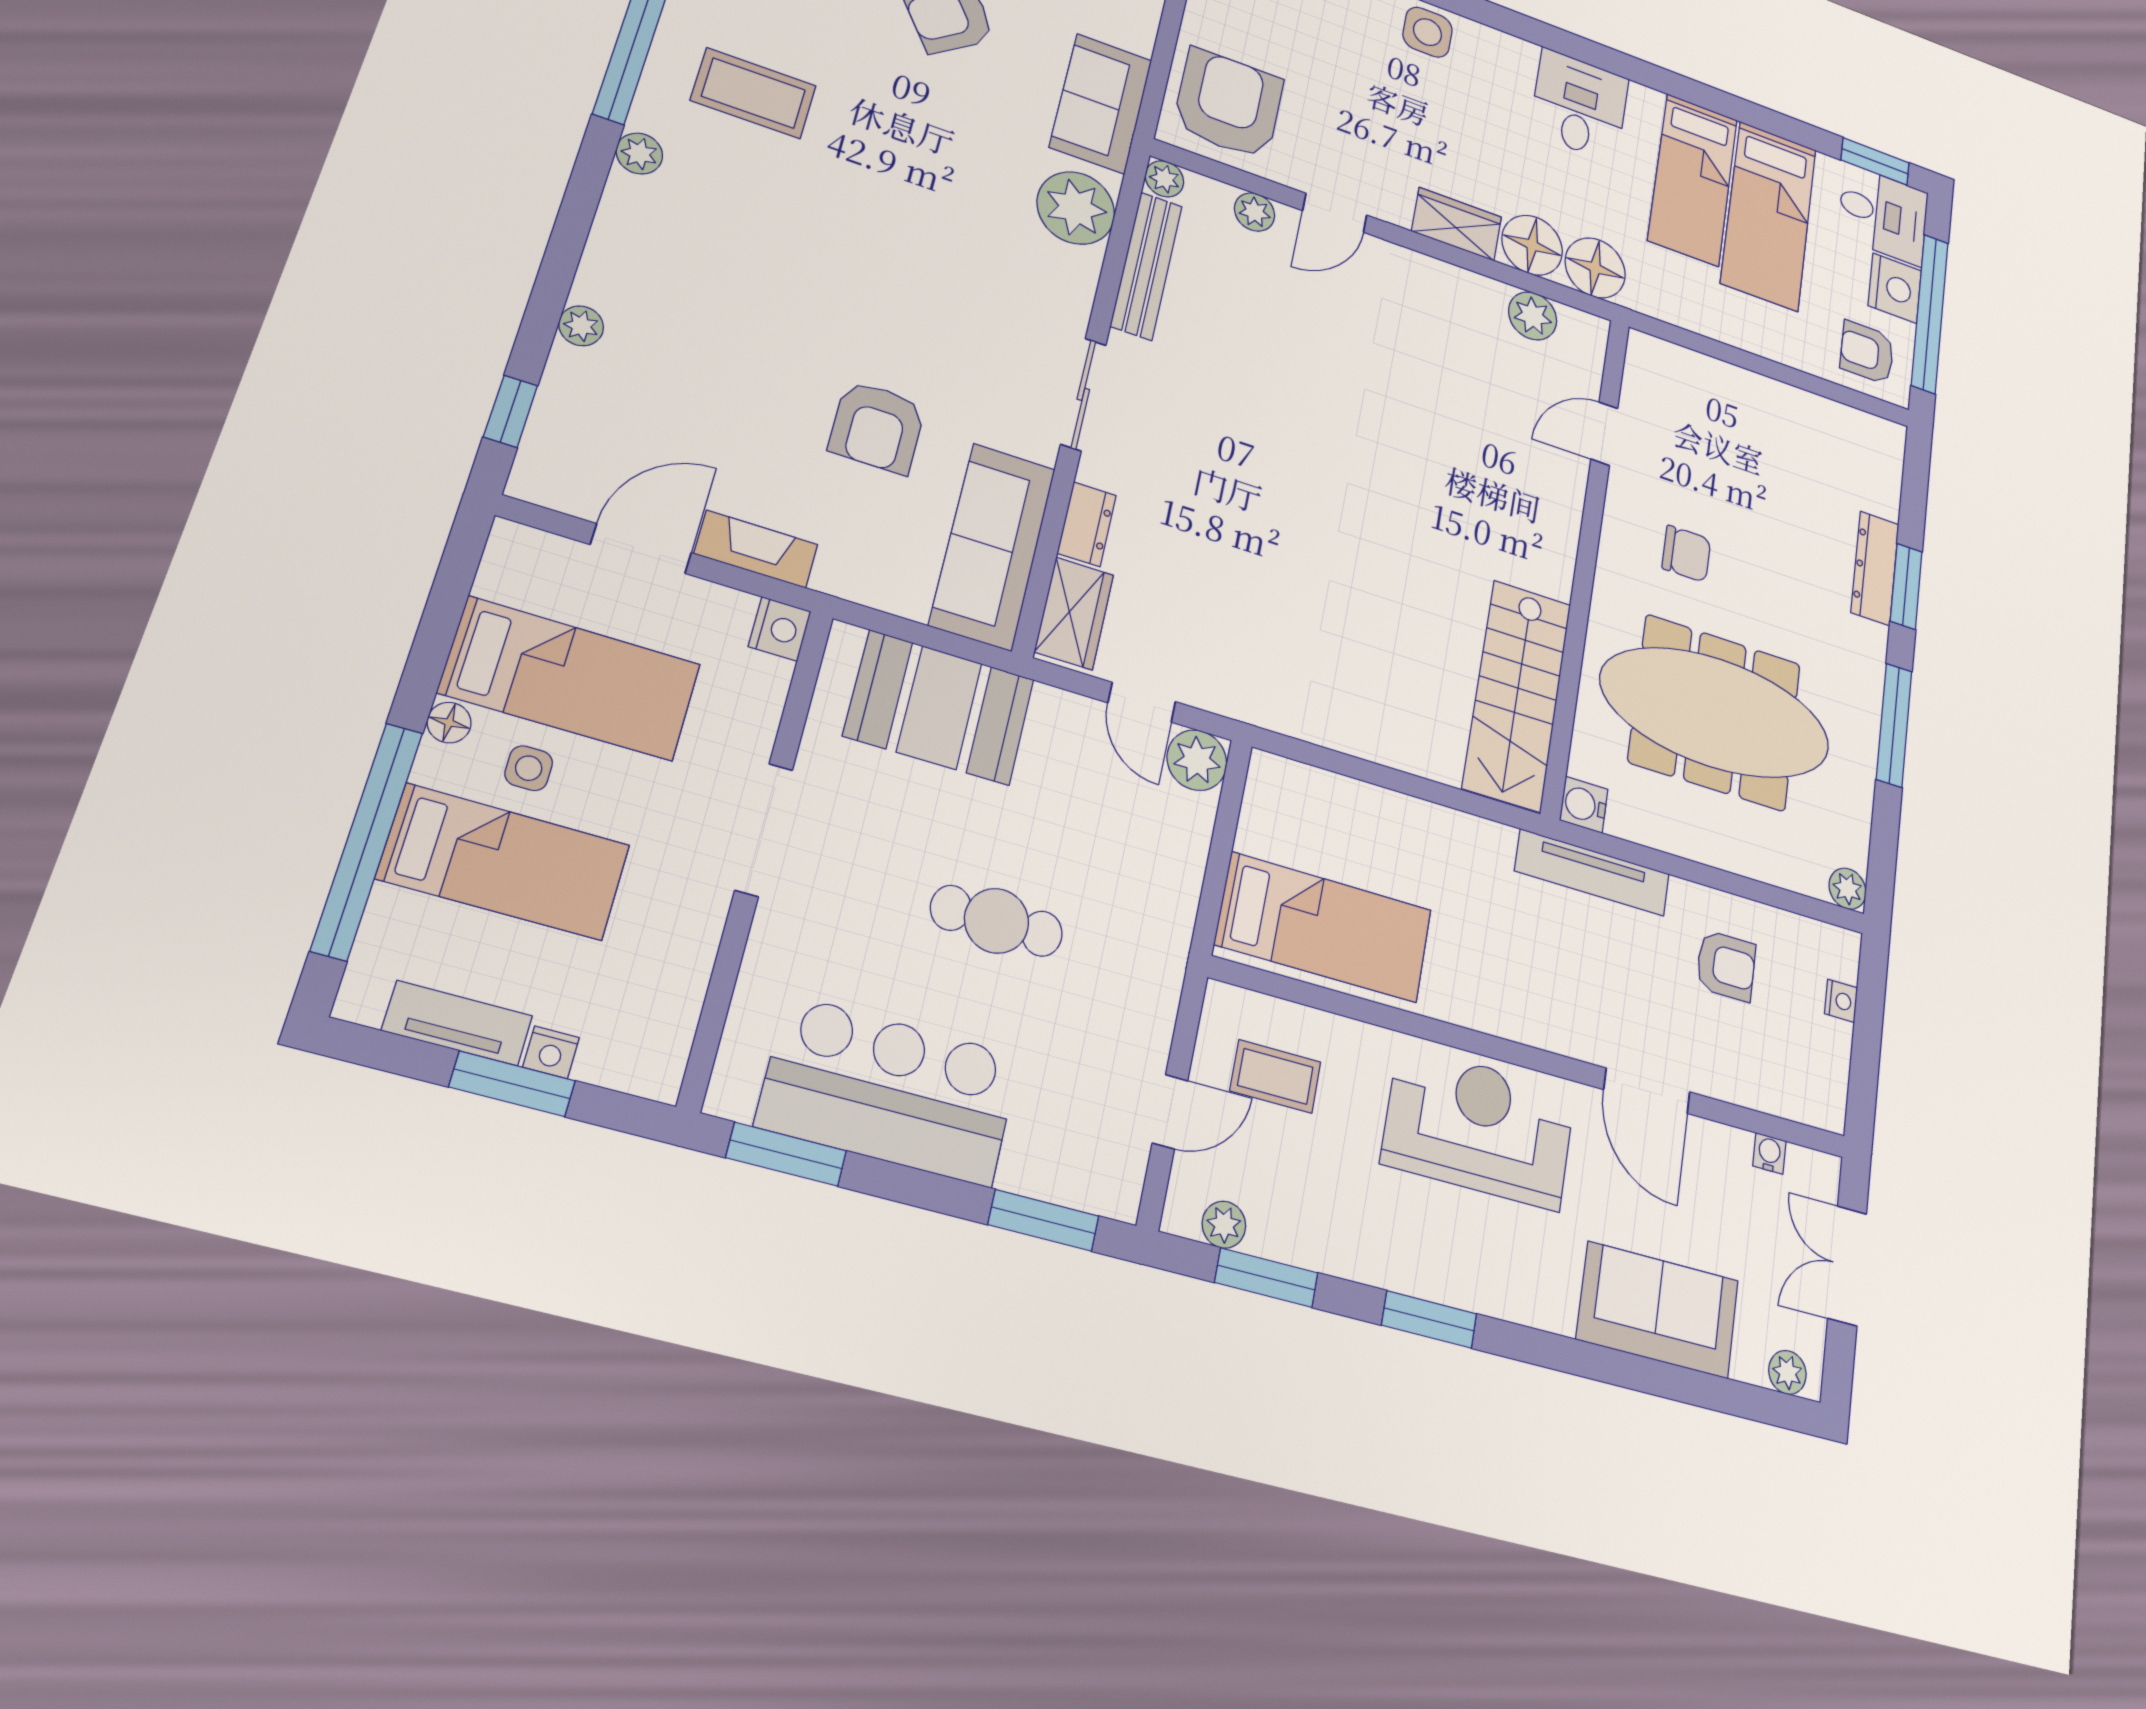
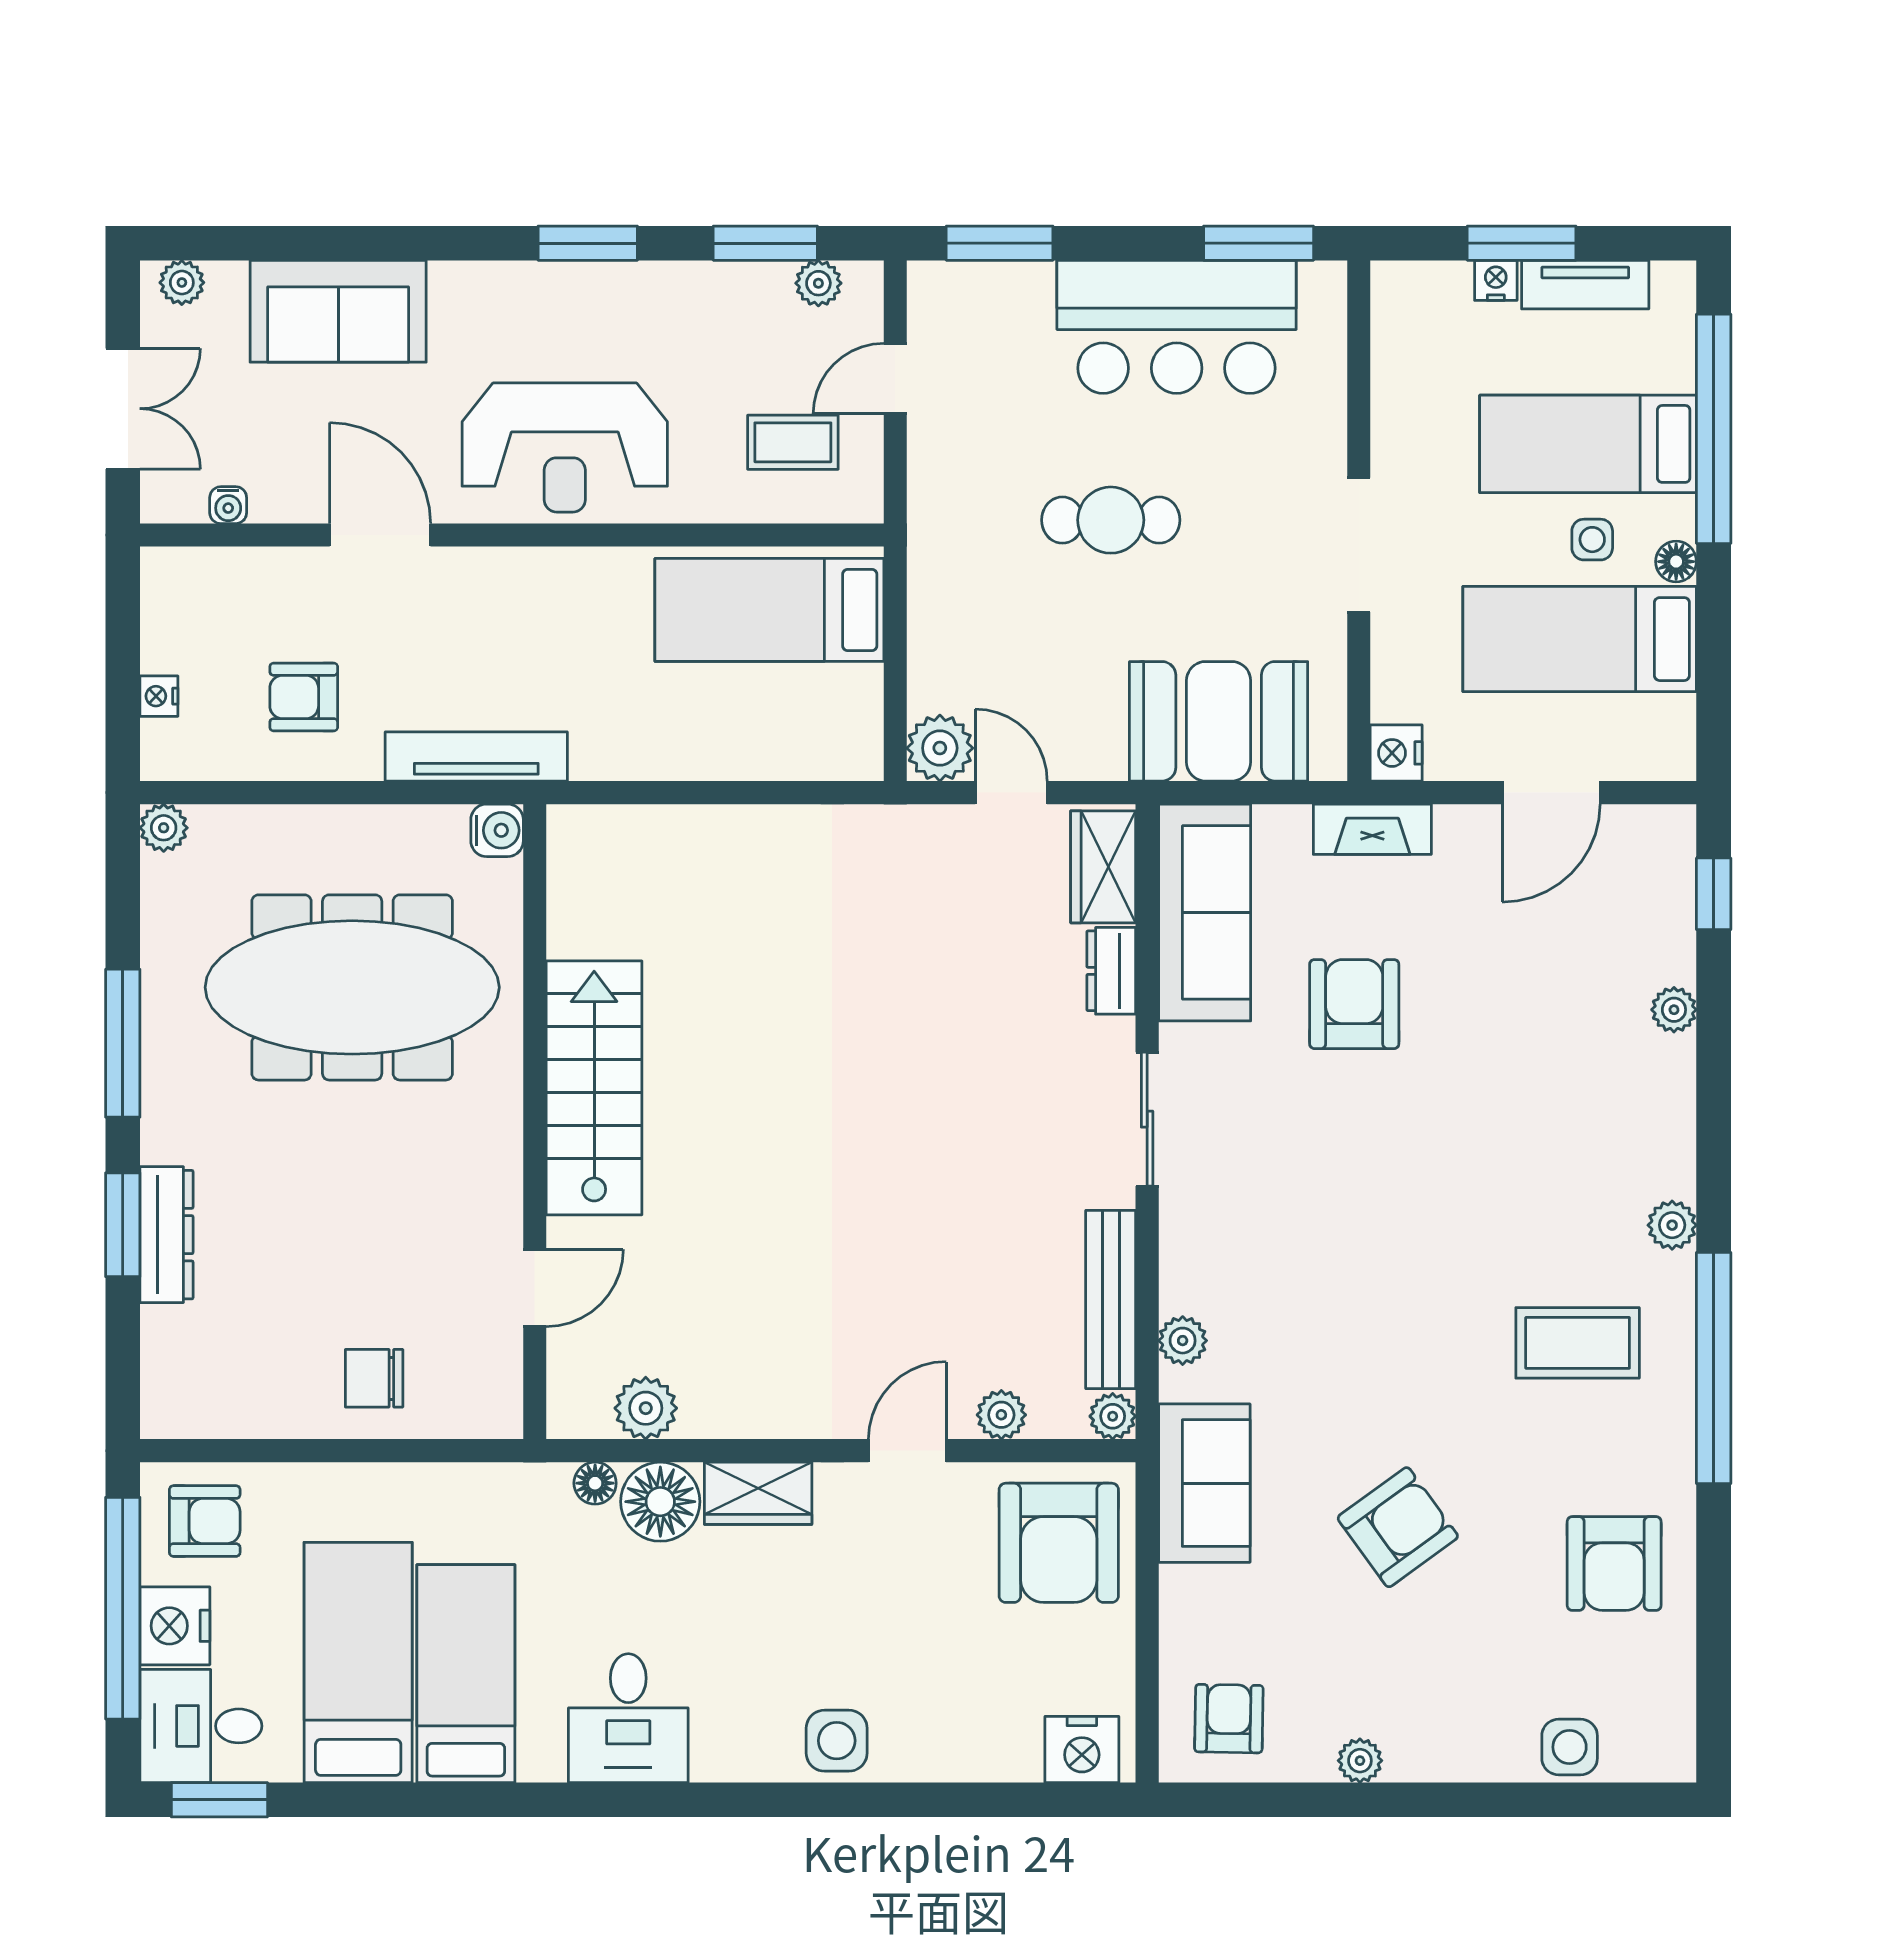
plant: (1076, 208) -> (1183, 1341), width x0.53, depth x0.53
floor lamp: (1595, 268) -> (595, 1483), width x0.53, depth x0.53
fireplace: (756, 549) -> (1372, 829), moved
chair: (1686, 554) -> (374, 1378), moved
stairs: (1517, 695) -> (594, 1088), moved

